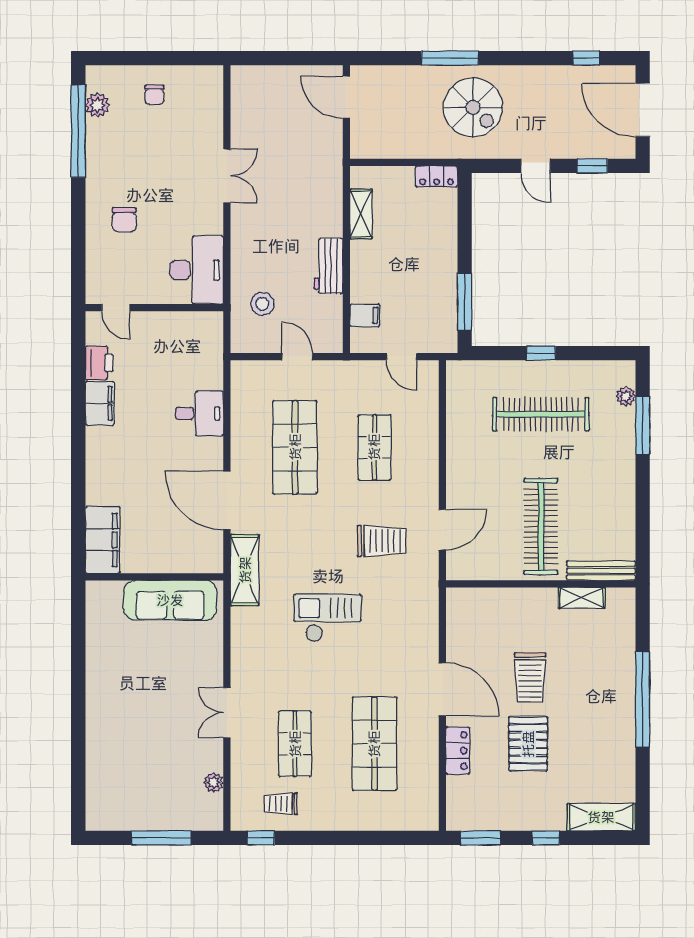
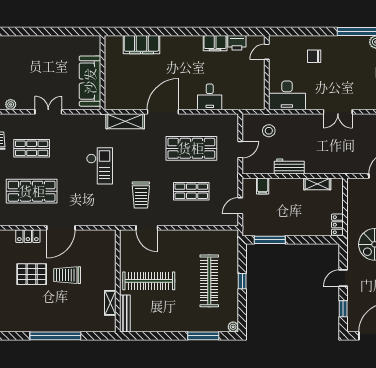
plant: (626, 396) -> (233, 327), moved
wall: (154, 577) -> (103, 73), moved
sofa: (170, 600) -> (90, 81), moved

